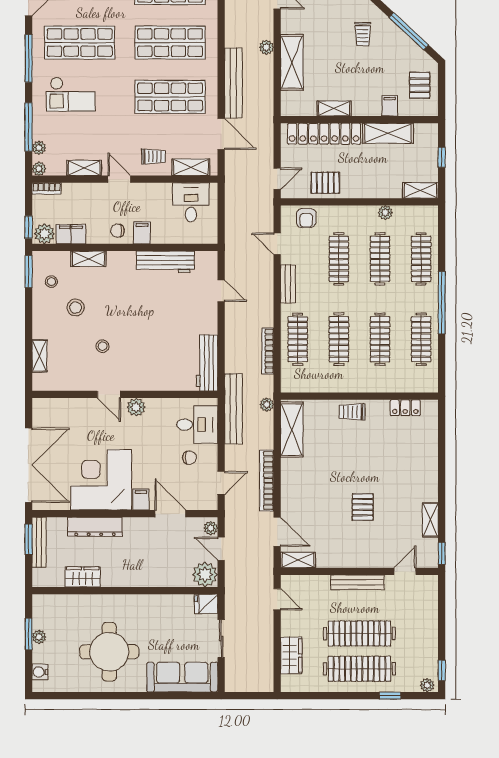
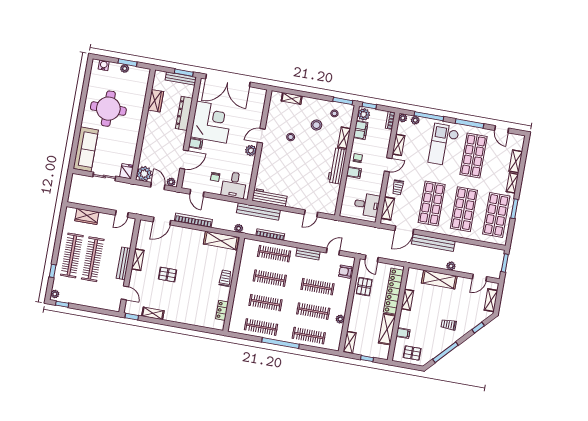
checkout: (71, 94) -> (444, 145), width x1.36, depth x1.21
workbench: (165, 262) -> (337, 166), moved
bench: (233, 409) -> (258, 211), moved
door: (221, 549) -> (158, 186), hinge flipped
shelving: (298, 560) -> (138, 260), moved

